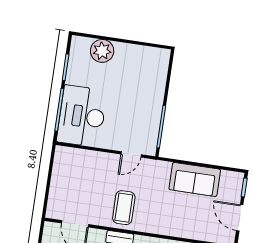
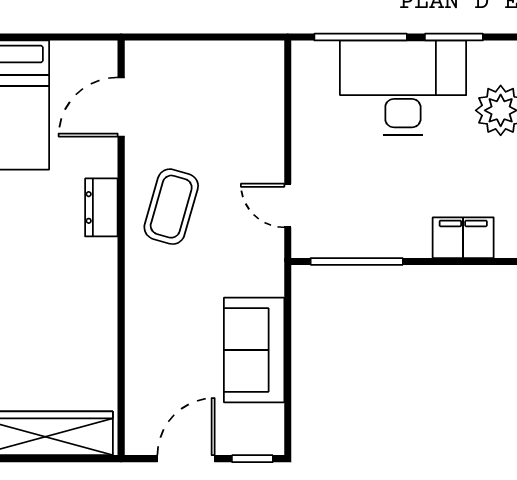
filing cabinet: (158, 77) -> (463, 238), added
desk: (82, 116) -> (403, 88), moved
coffee table: (124, 208) -> (171, 207), turned -74

